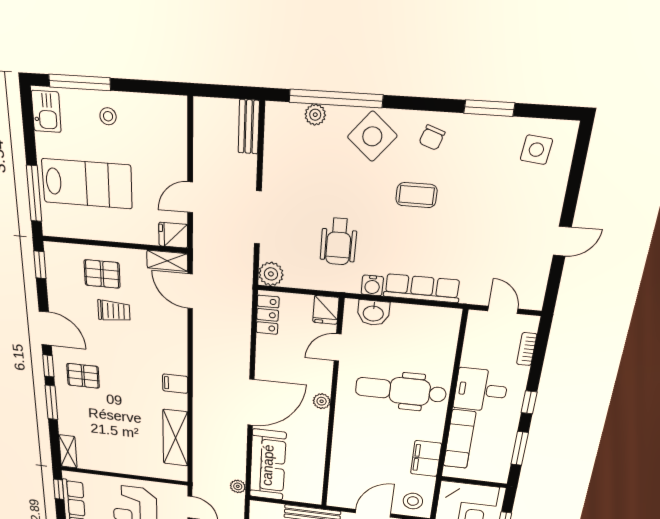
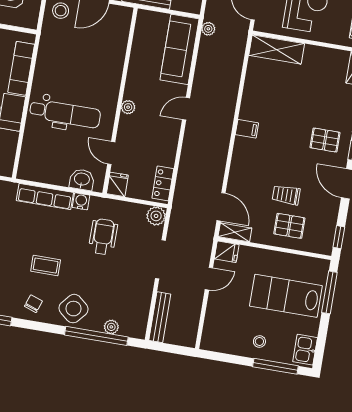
bench: (249, 127) -> (160, 317), width x1.36
door: (338, 347) -> (111, 153), swing flipped
door: (251, 402) -> (186, 109), width x0.53
shelving: (175, 438) -> (277, 50), moved, turned 90
filing cabinet: (426, 459) -> (48, 51), removed

